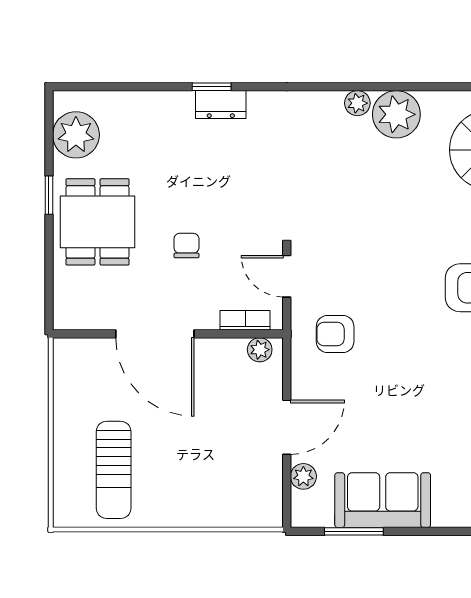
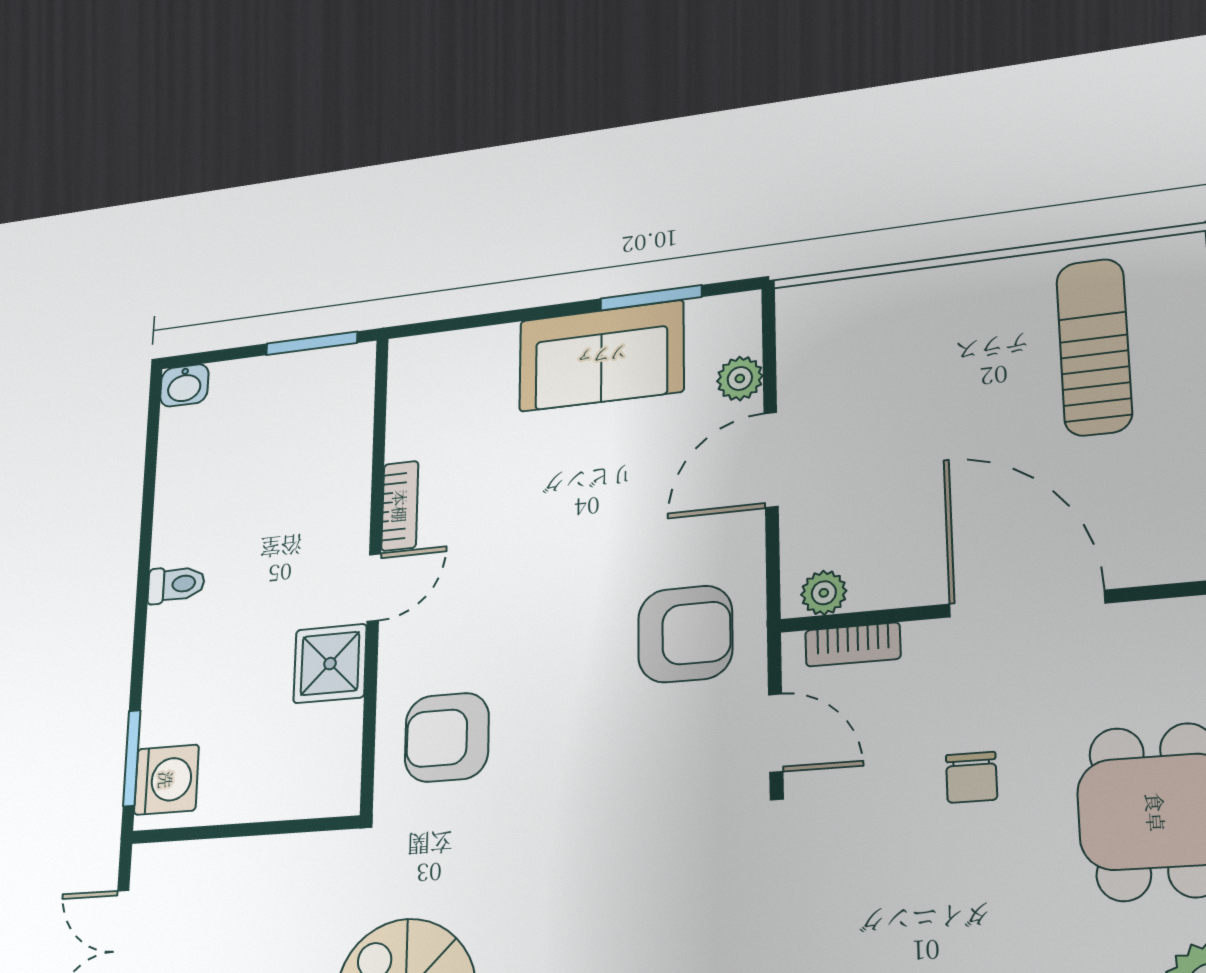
armchair: (335, 334) -> (685, 634), width x1.38, depth x1.38

